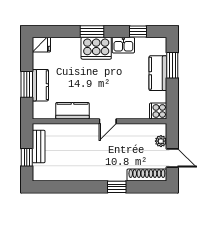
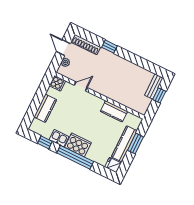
window: (92, 31) -> (75, 157), width x2.11
window: (172, 65) -> (33, 109), removed
kitchen counter: (40, 85) -> (124, 144), width x1.50
door: (108, 121) -> (81, 86), moved
bench: (39, 146) -> (154, 86), moved

